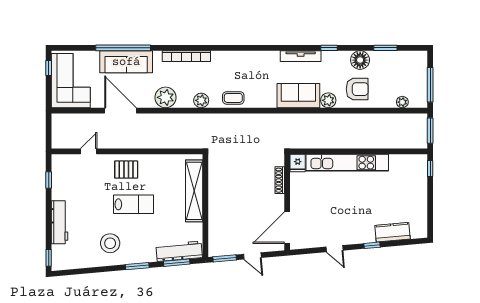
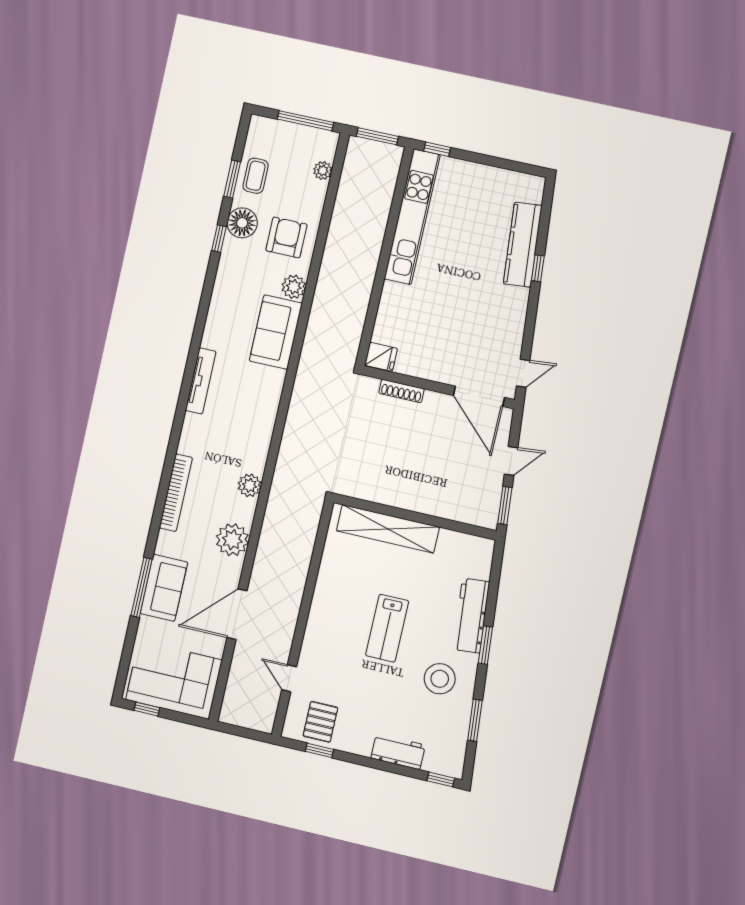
window: (123, 48) -> (142, 587), width x0.68
window: (329, 48) -> (219, 239), moved
tv unit: (301, 56) -> (201, 381), moved
sofa: (126, 62) -> (164, 588), width x0.73
coffee table: (233, 98) -> (256, 176), moved
kitchen unit: (347, 163) -> (412, 217), moved
pallet: (126, 170) -> (320, 722), moved
lab bench: (133, 204) -> (387, 628), turned 180
workbench: (60, 222) -> (398, 752), width x0.73
kitchen counter: (393, 232) -> (523, 245), width x1.50
door: (334, 249) -> (523, 373), moved
workbench: (179, 251) -> (471, 616), moved
window: (177, 263) -> (475, 720), moved

